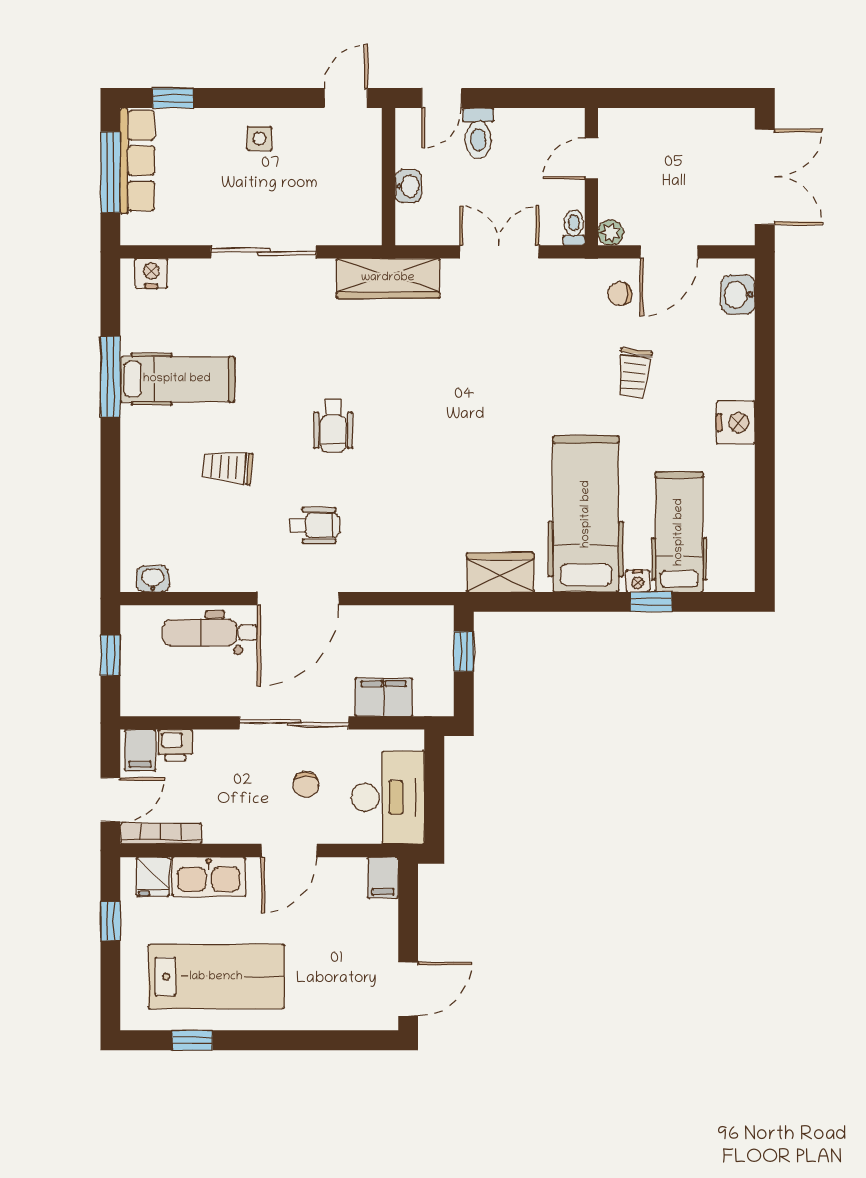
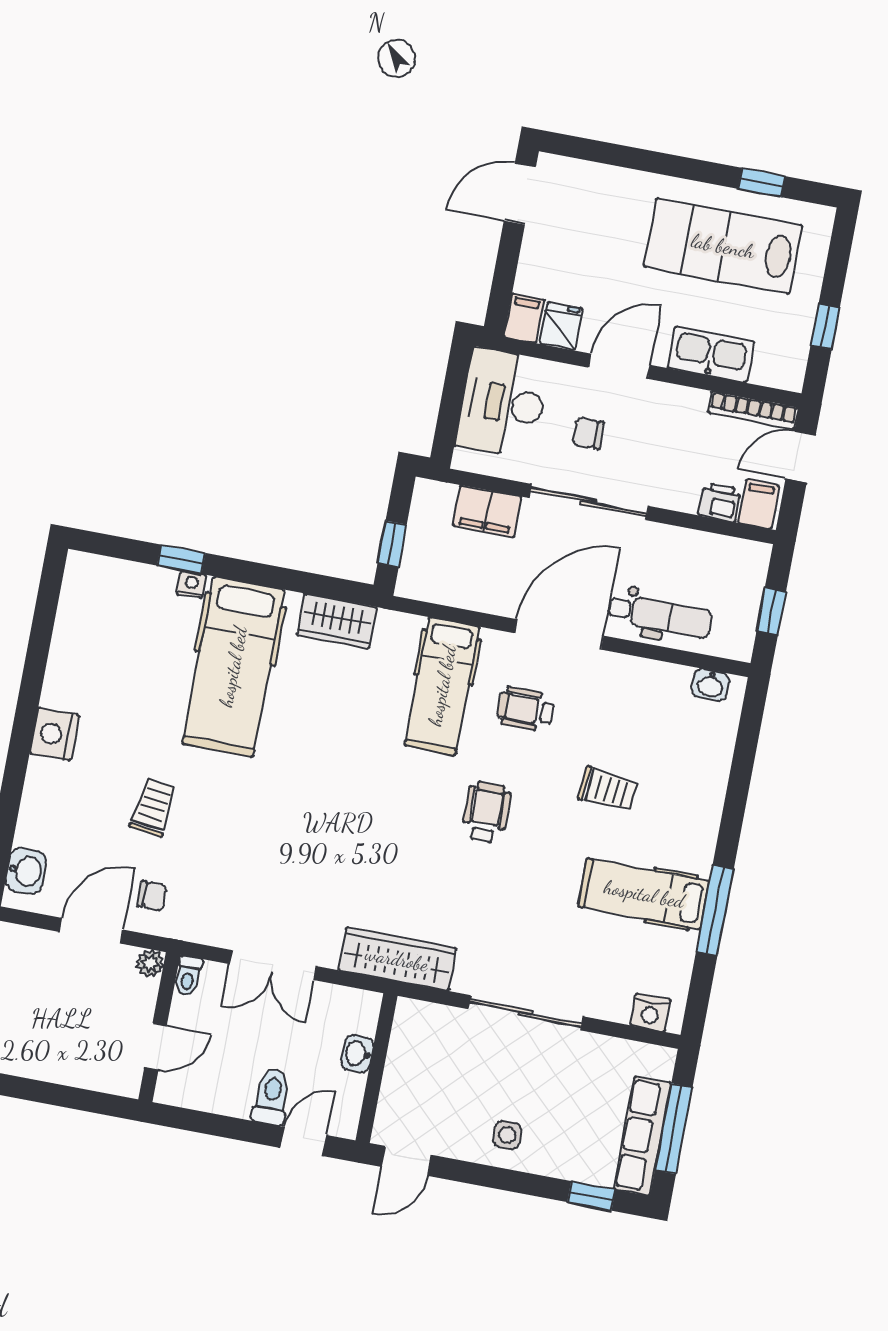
hospital bed: (679, 532) -> (442, 686), moved
chair: (306, 785) -> (588, 433), turned -90
fridge: (153, 877) -> (561, 326), moved

